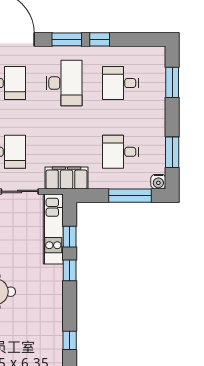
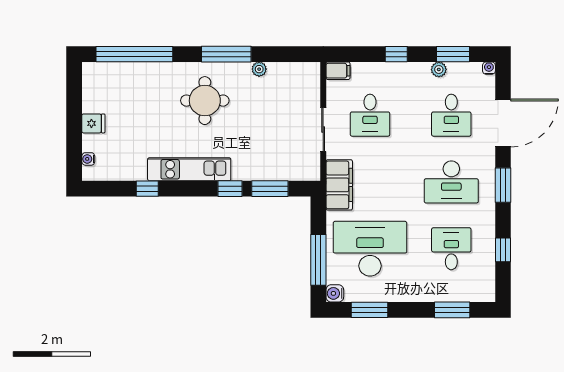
window: (100, 39) -> (503, 250), moved
desk: (121, 152) -> (370, 249), width x1.87, depth x1.30
kitchen unit: (53, 229) -> (189, 169), moved
window: (70, 237) -> (270, 189), width x1.50

